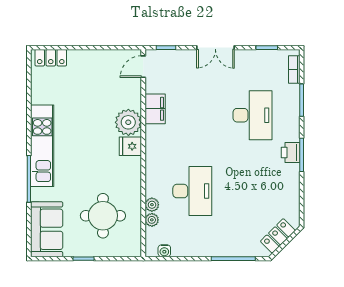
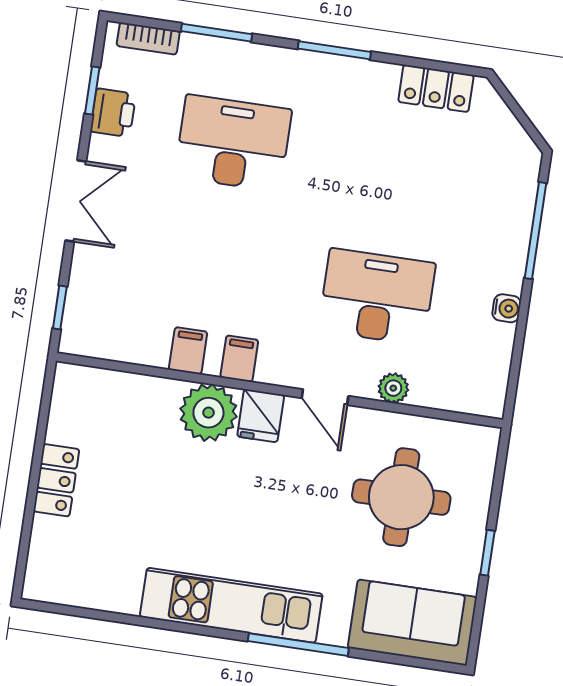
locker: (51, 58) -> (56, 480), moved
door: (143, 67) -> (325, 397), moved
filing cabinet: (155, 109) -> (188, 351), width x0.50
filing cabinet: (155, 133) -> (239, 359), added
printer: (291, 152) -> (113, 113), moved, turned -90
plant: (152, 220) -> (426, 393), removed
locker: (278, 236) -> (436, 88), moved, turned -45
water cooler: (164, 251) -> (507, 308), moved

